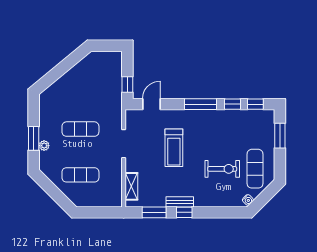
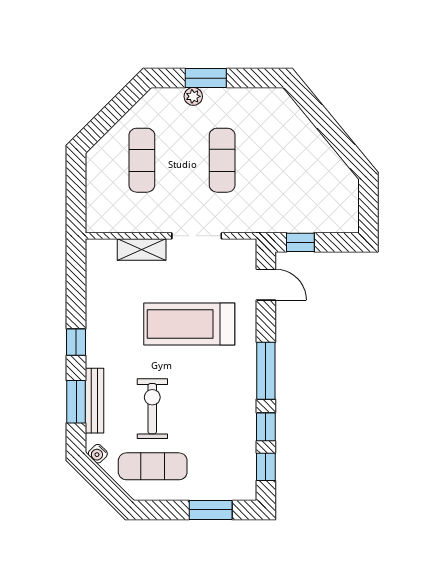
treadmill: (174, 148) -> (189, 324), width x1.37, depth x1.38
exercise bike: (222, 169) -> (152, 409), turned 180
shelving: (131, 186) -> (142, 250), moved
bench: (180, 202) -> (94, 401), moved, width x1.36
window: (154, 212) -> (76, 402), moved

